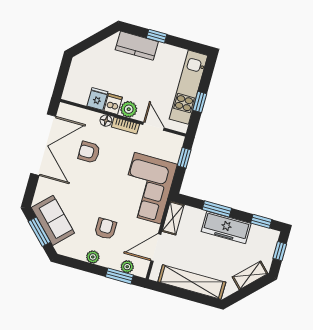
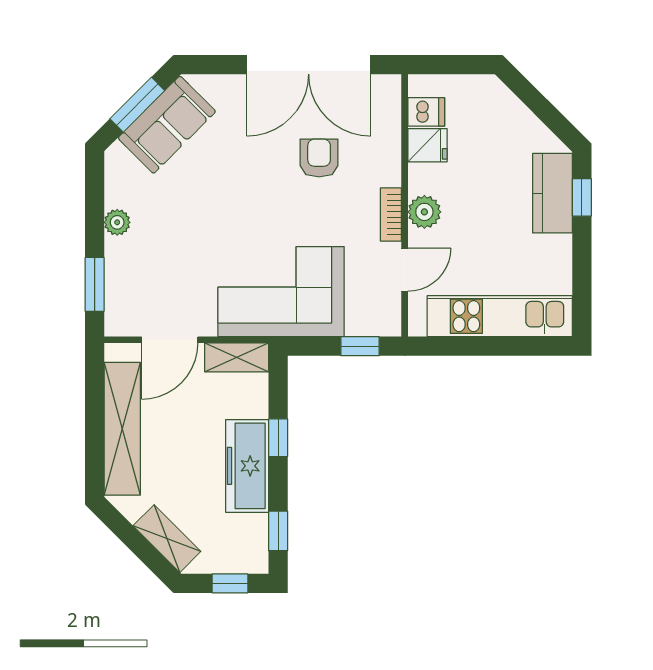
window: (157, 36) -> (582, 197), moved
window: (200, 102) -> (477, 346), removed
dishwasher: (113, 104) -> (426, 112), moved
floor lamp: (106, 121) -> (390, 174), removed
window: (217, 209) -> (278, 438), width x0.67
armchair: (106, 229) -> (179, 232), removed
door: (156, 248) -> (170, 340), swing flipped
plant: (127, 267) -> (117, 295), removed

